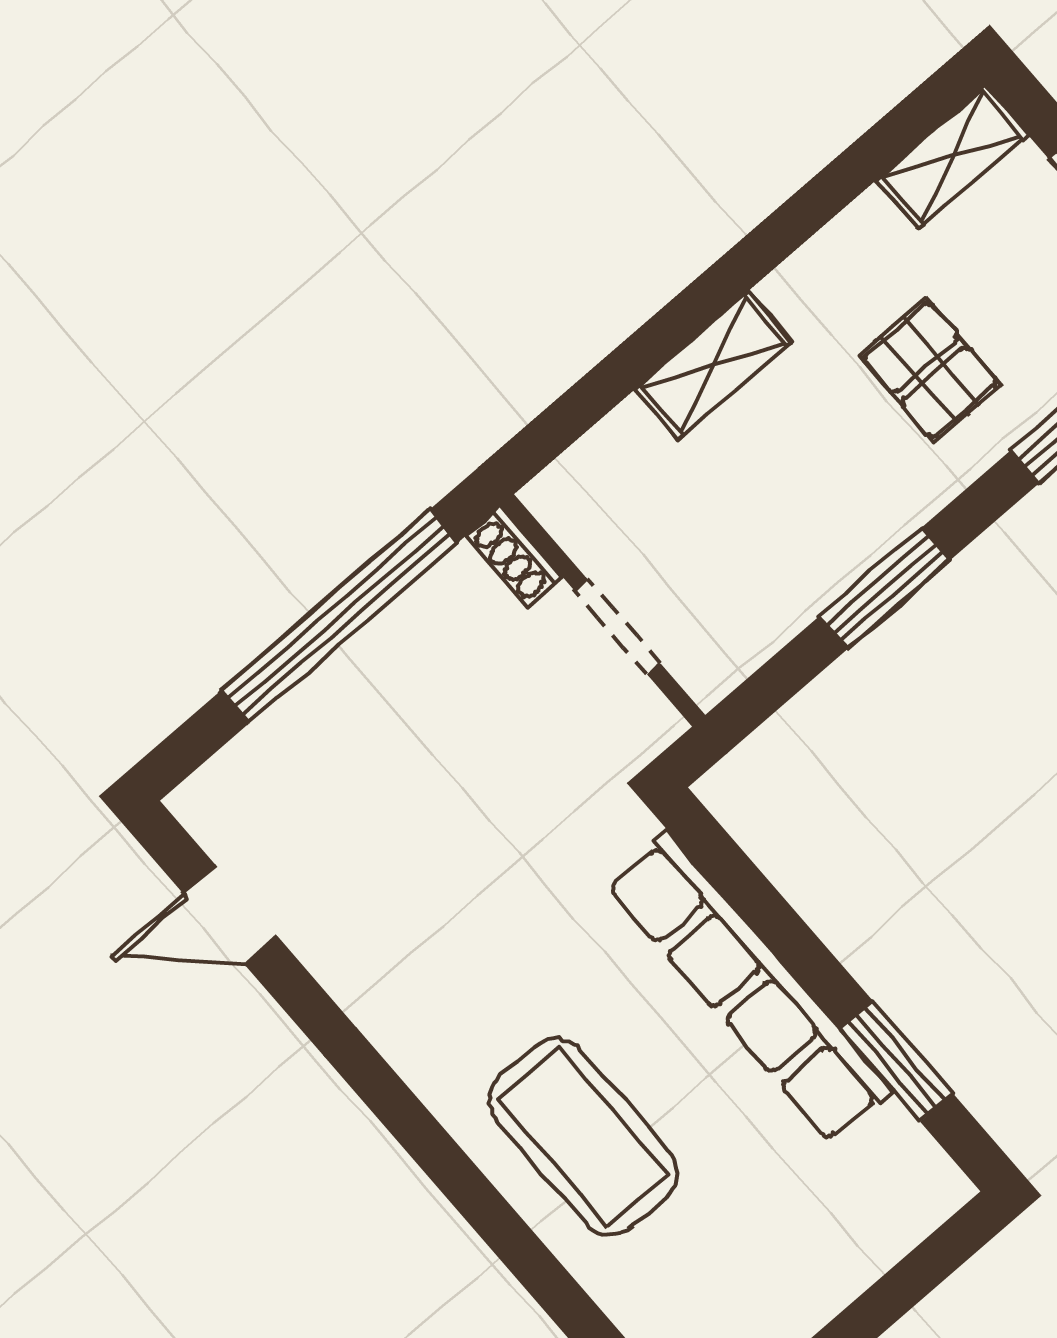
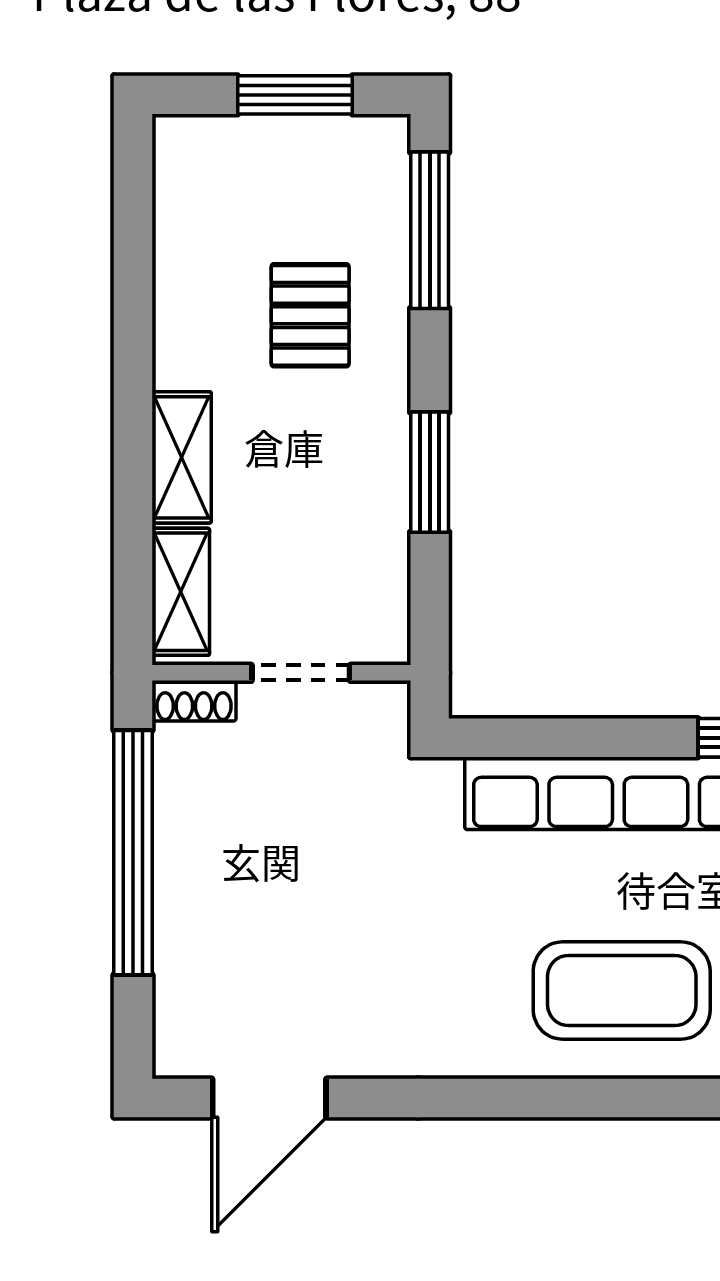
shelving: (952, 157) -> (181, 592), moved
pallet: (930, 370) -> (310, 315), turned 90
door: (230, 915) -> (269, 1098), width x1.38

